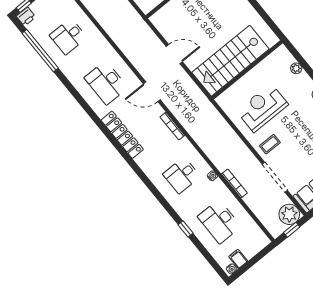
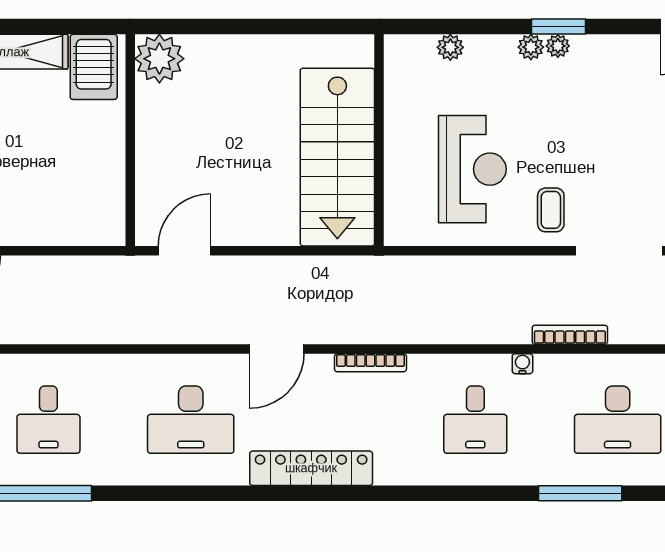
door: (174, 54) -> (185, 251), moved
reception desk: (262, 108) -> (472, 169), turned 180
window: (185, 229) -> (580, 493), width x2.17

